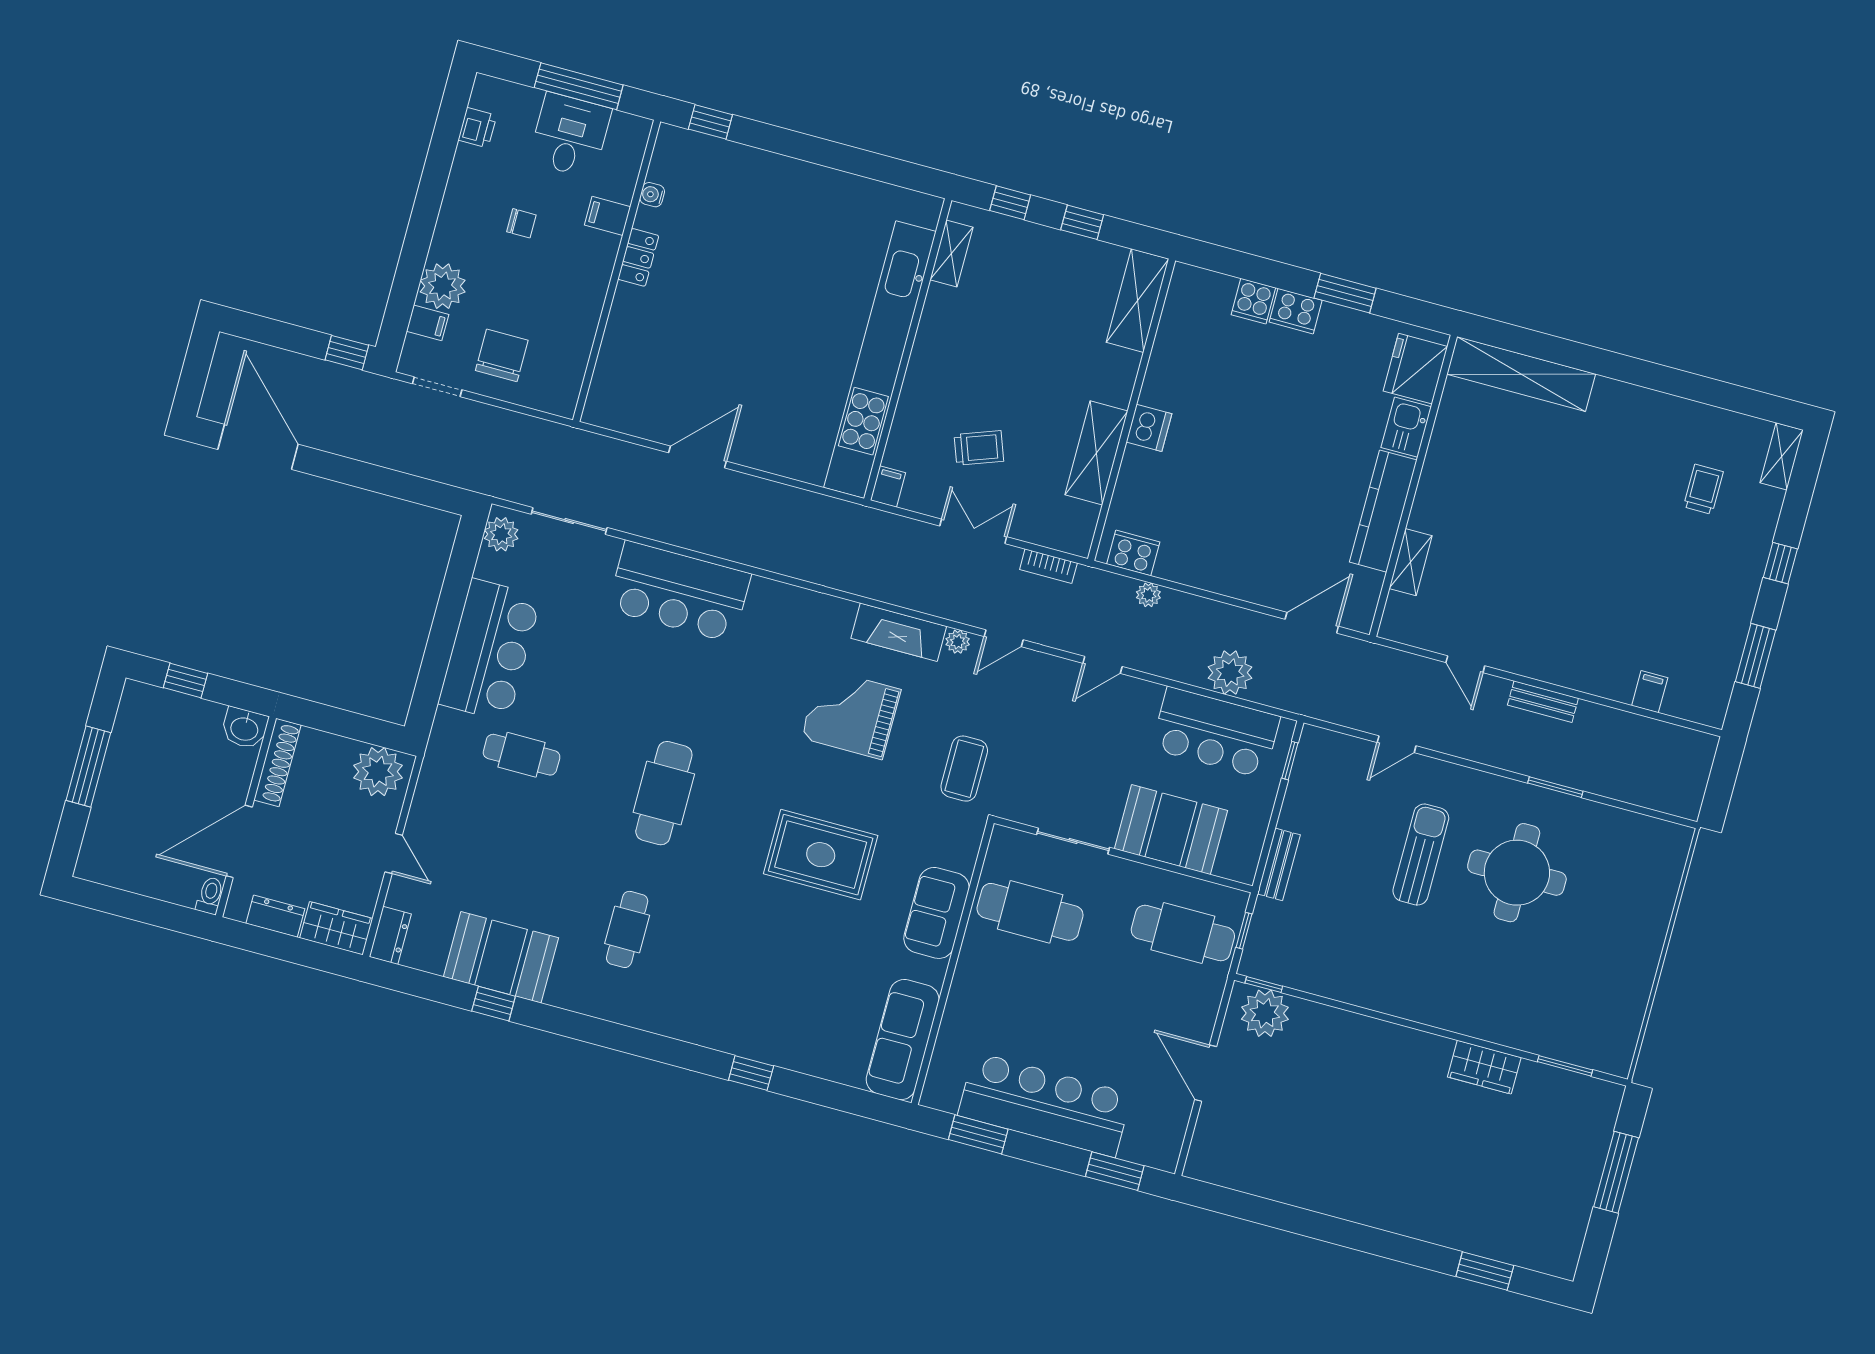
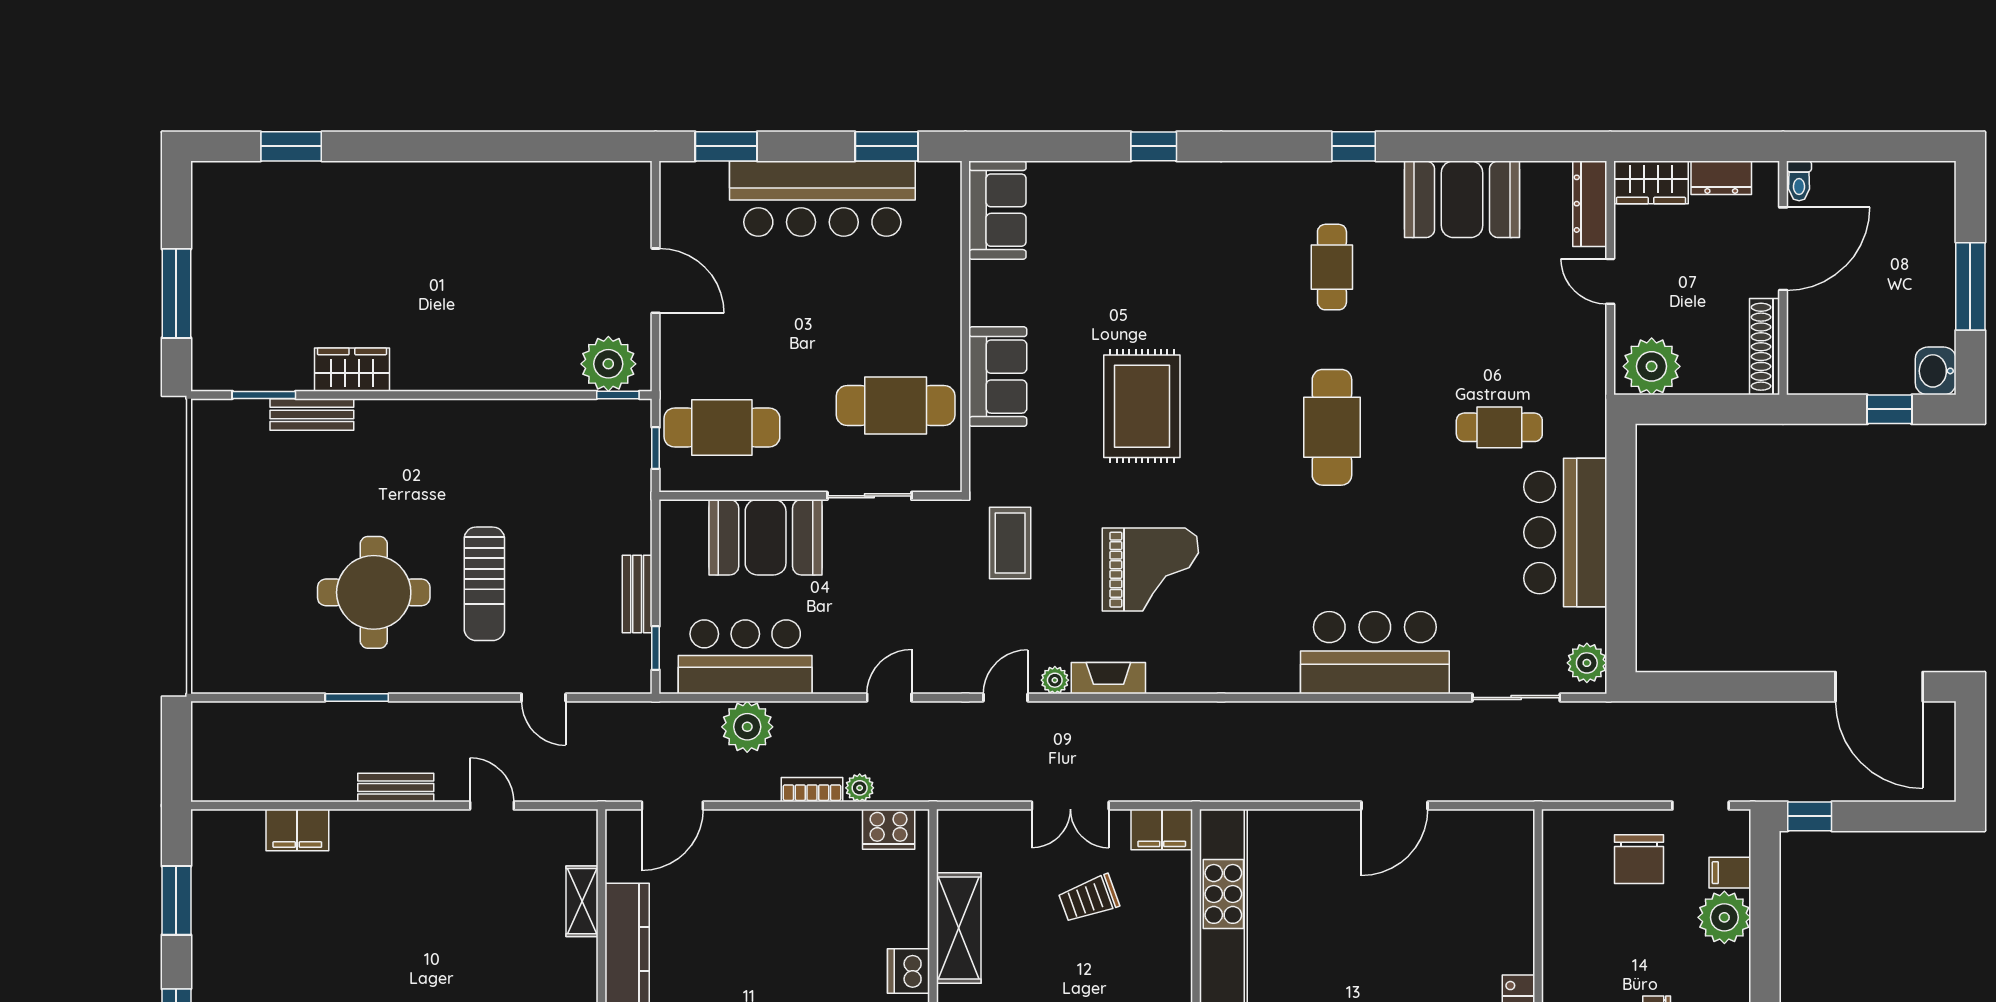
filing cabinet: (888, 486) -> (1162, 830), width x2.00
bookcase: (1048, 566) -> (812, 790), moved
fireplace: (899, 632) -> (1108, 678), width x0.73, depth x0.76
filing cabinet: (1650, 692) -> (297, 830), width x2.00
washbasin: (245, 728) -> (1936, 371), moved, turned -90
door: (1397, 744) -> (544, 698), swing flipped
rug: (821, 855) -> (1142, 406), turned 90
bench: (1279, 864) -> (637, 594), moved
dresser: (390, 935) -> (1590, 204), width x1.44
window: (494, 1004) -> (1354, 146), moved
bench: (1529, 1038) -> (312, 414), added
sofa: (903, 1040) -> (997, 210), width x0.73

